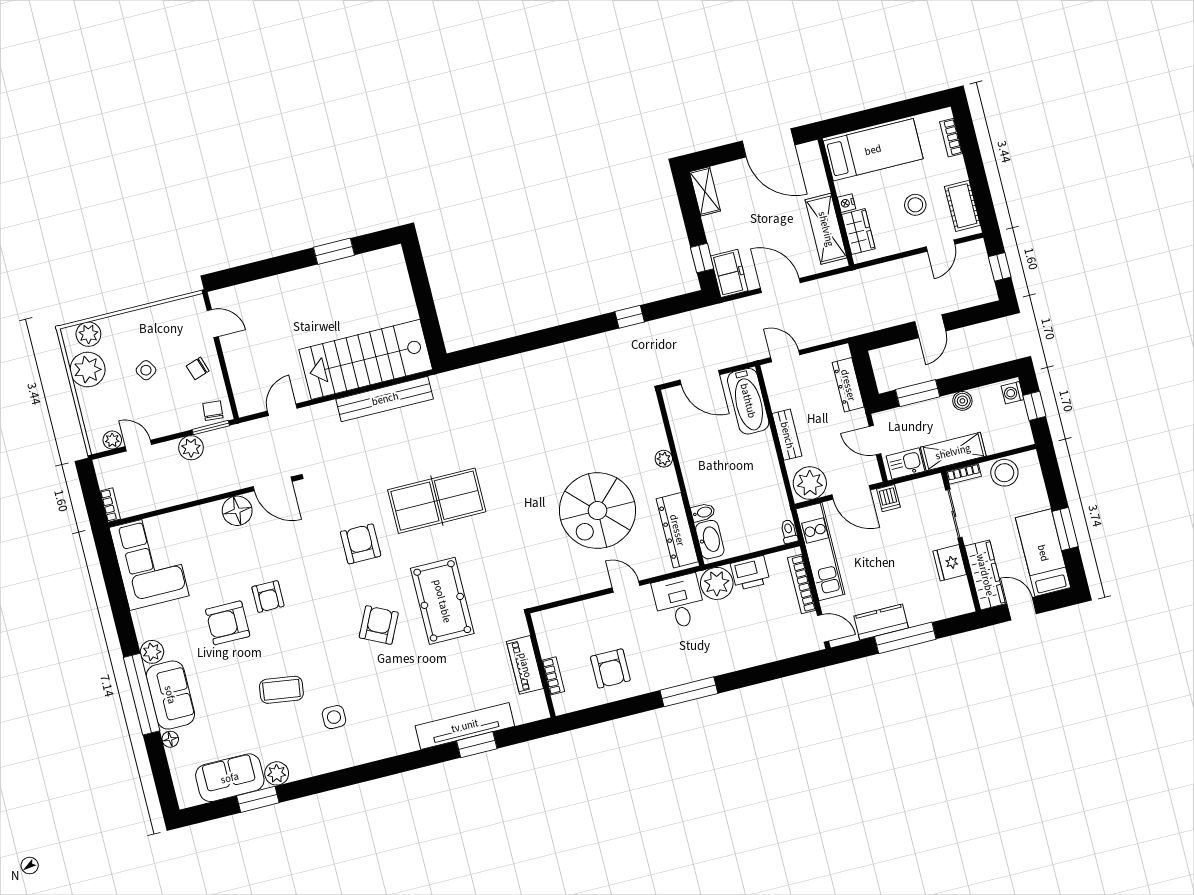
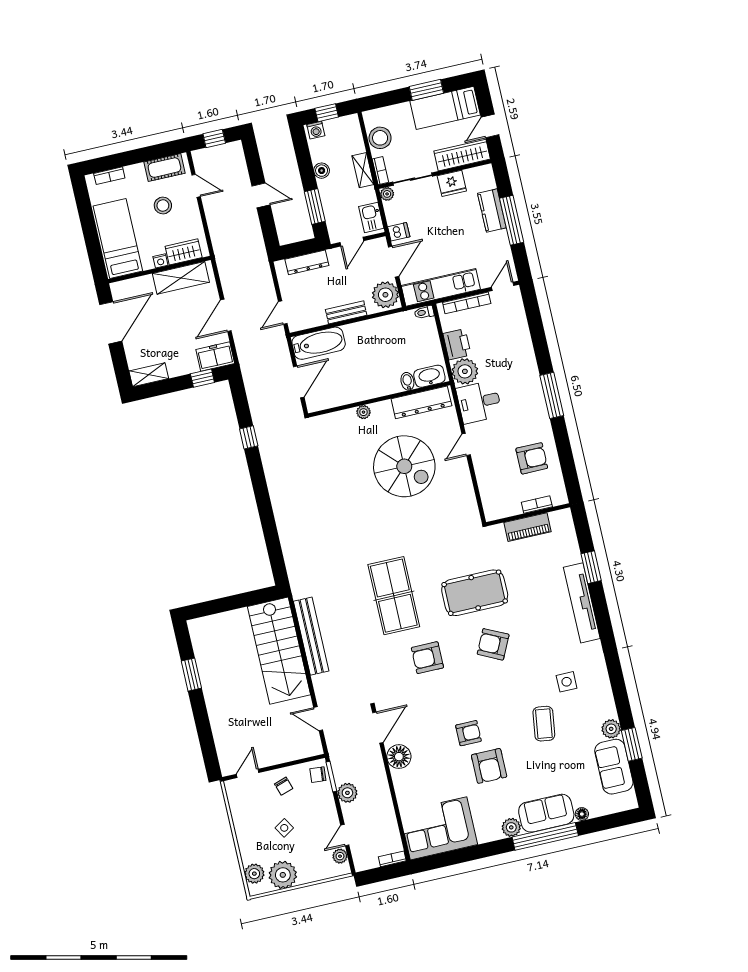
shelving: (953, 452) -> (363, 170), width x0.67, depth x0.75
plant: (935, 483) -> (387, 194), added
kitchen counter: (881, 622) -> (492, 211), moved
tv unit: (465, 726) -> (582, 603), moved

